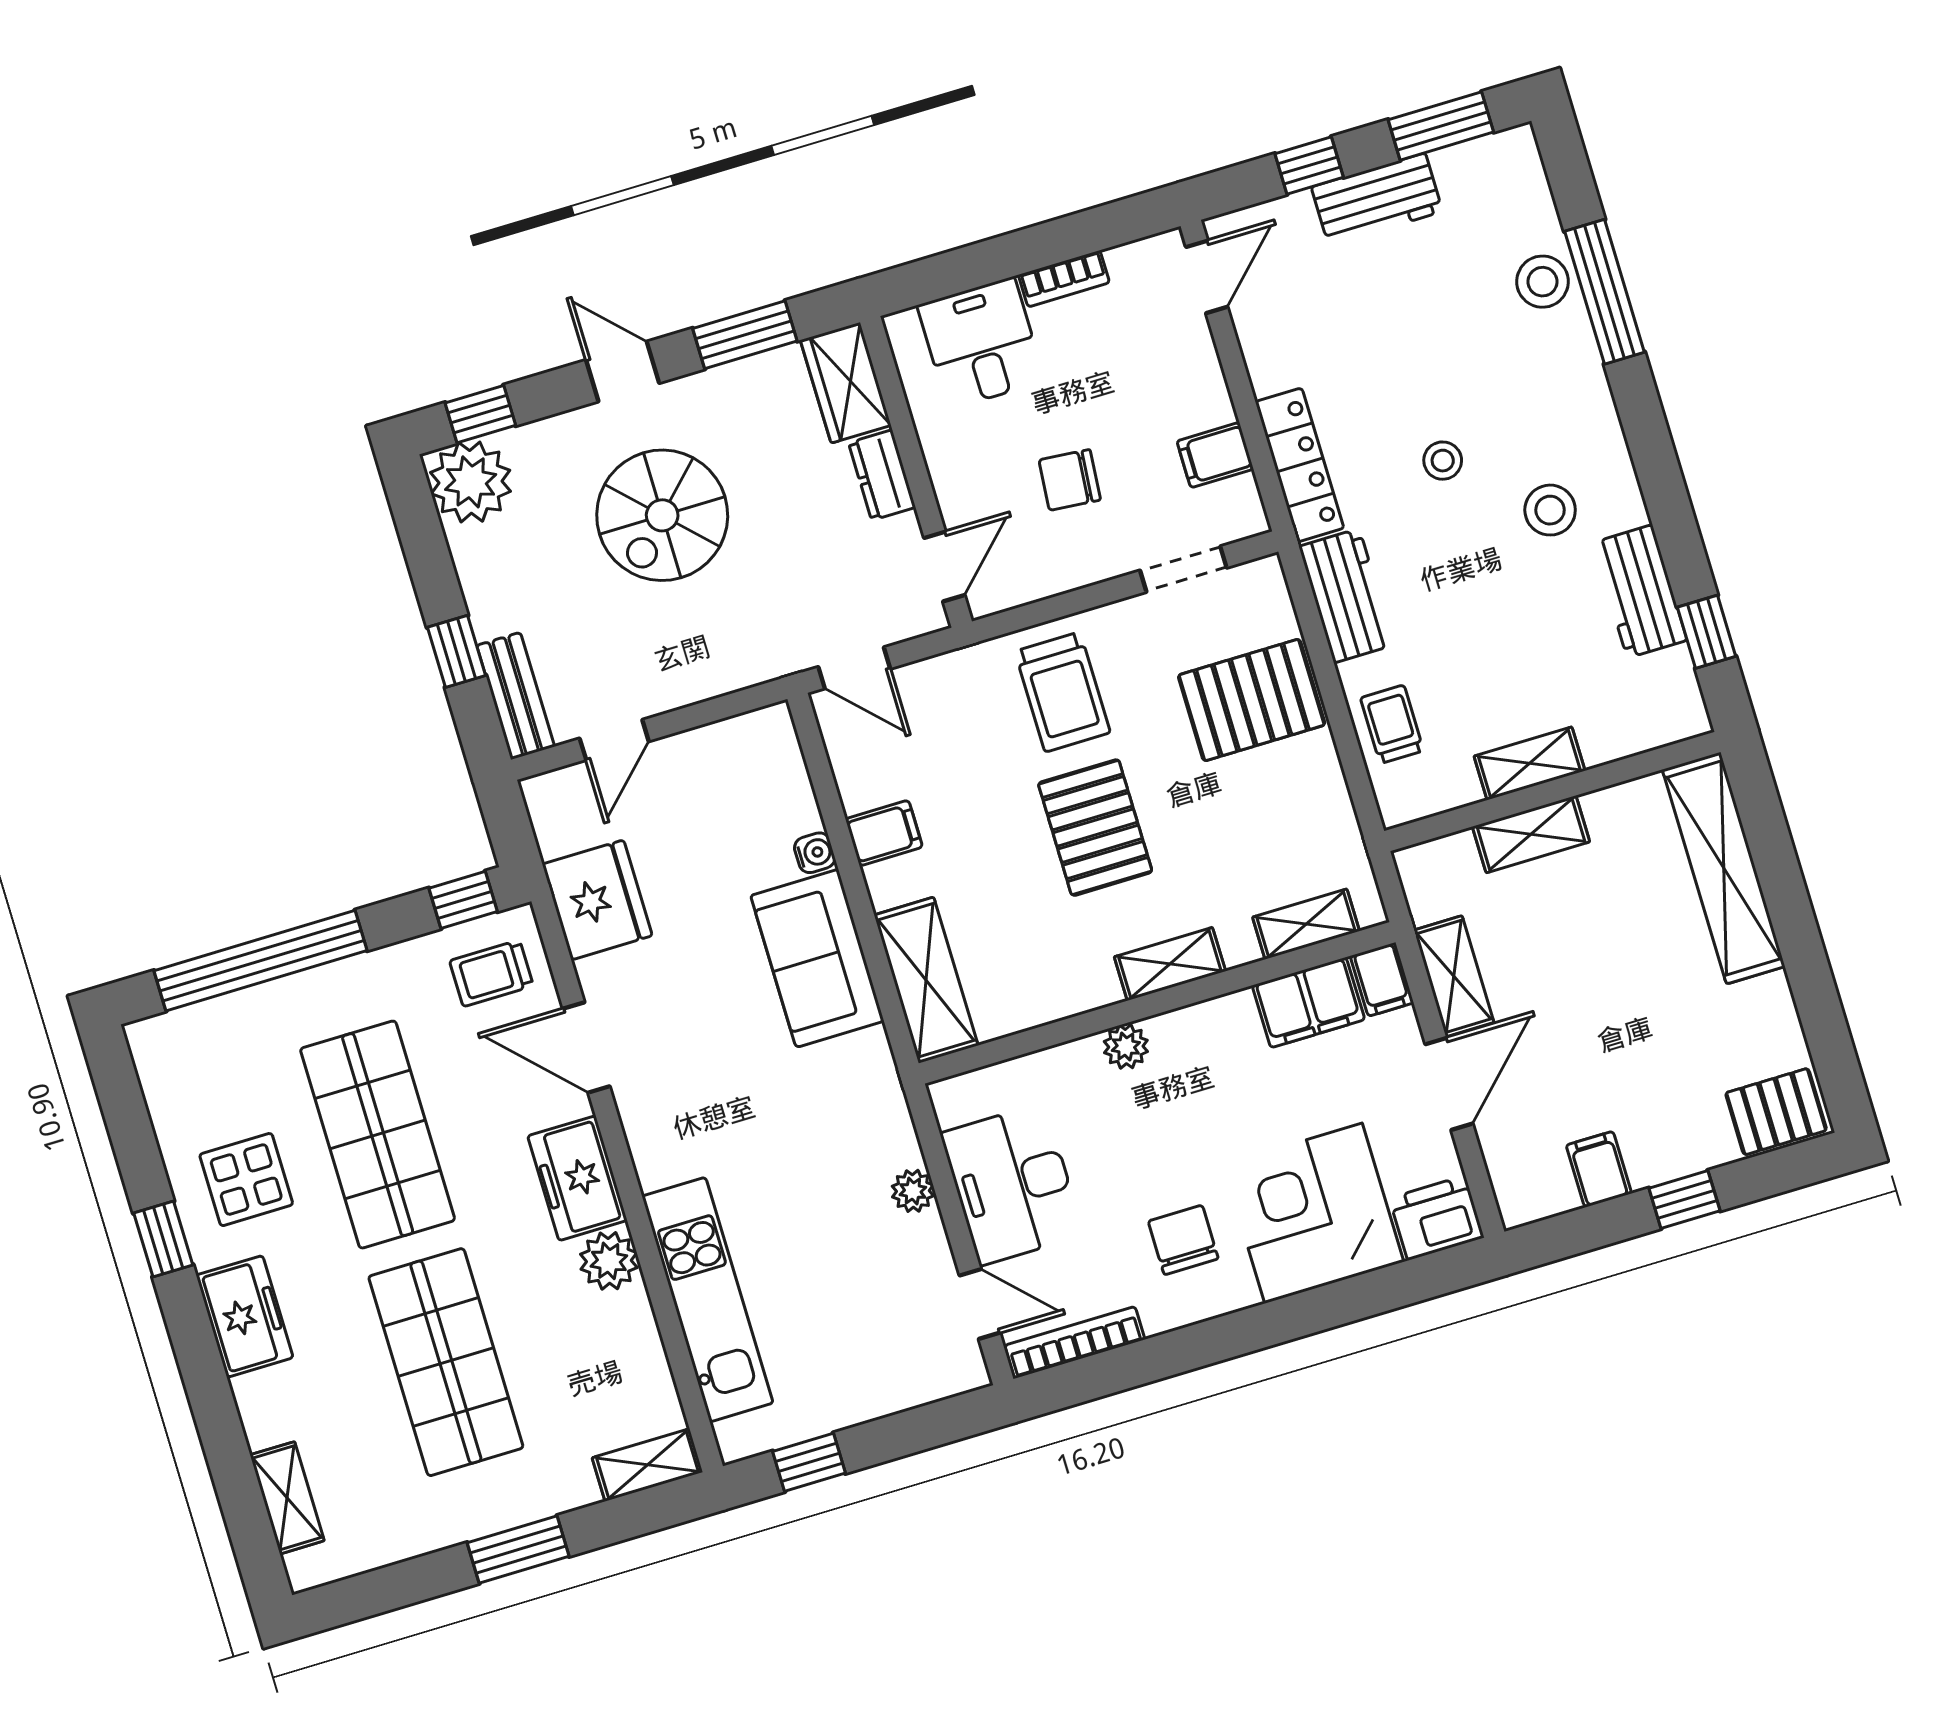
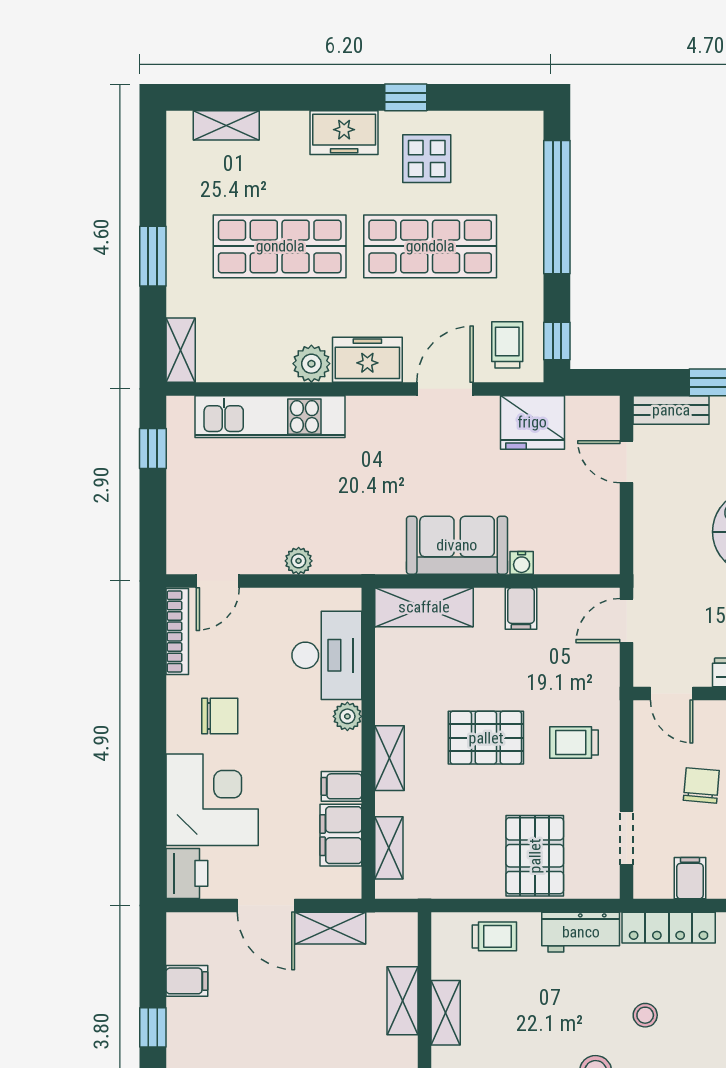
trolley: (1063, 692) -> (574, 742), width x0.73, depth x0.72
filing cabinet: (1382, 979) -> (342, 786), moved
desk: (1012, 1184) -> (327, 655), moved, turned 90

